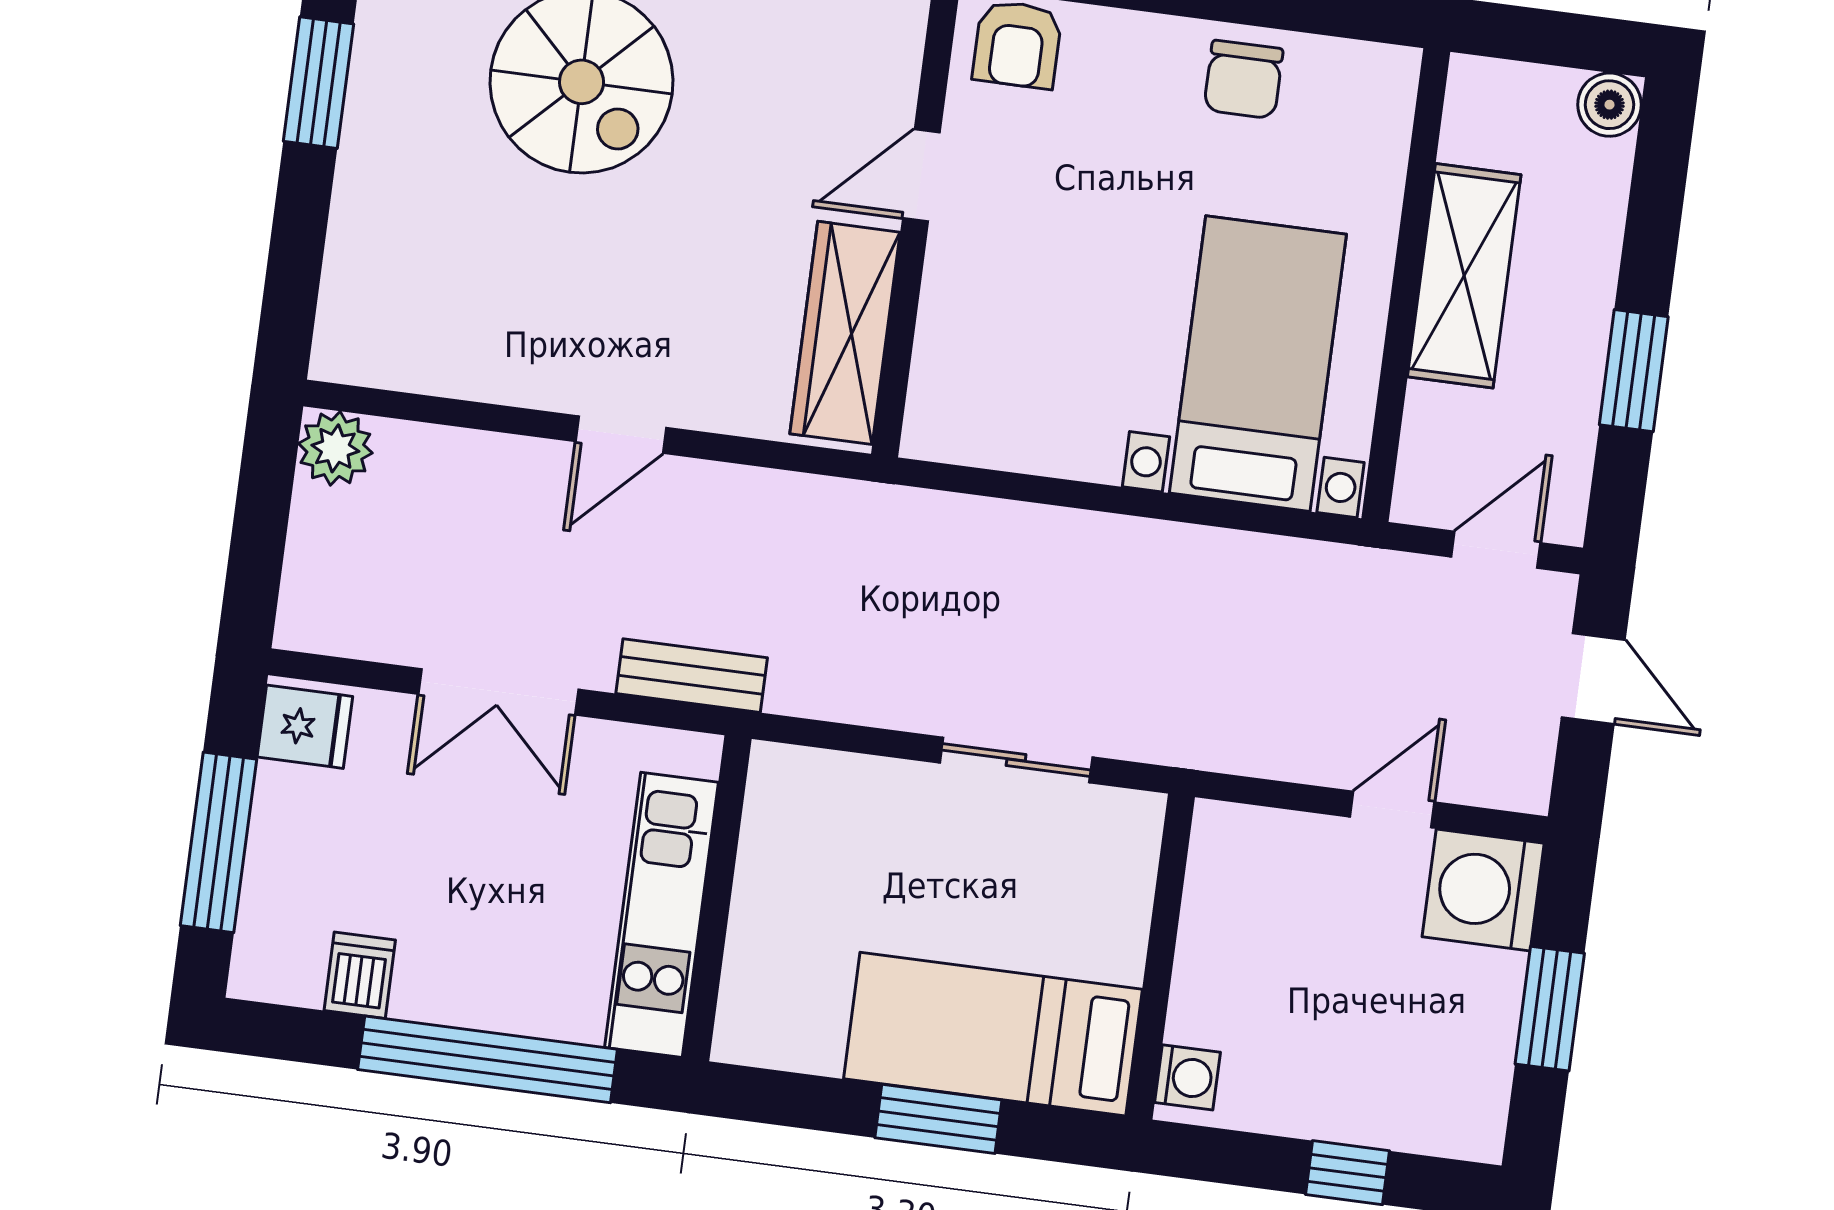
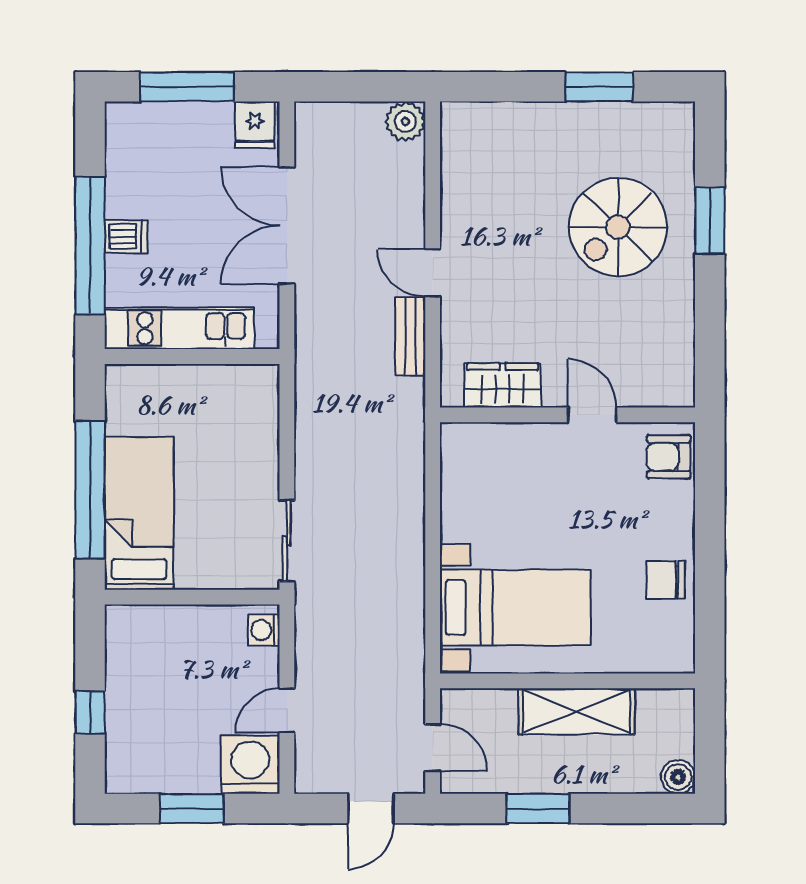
wardrobe: (845, 333) -> (503, 385), width x0.67
bench: (692, 676) -> (410, 336), moved
double door: (498, 692) -> (287, 225), width x1.37
sliding door: (1016, 760) -> (287, 541), moved
door: (1392, 810) -> (287, 711), swing flipped
dishwasher: (360, 975) -> (126, 237), moved
washing machine: (1188, 1077) -> (264, 630), moved, turned 90
window: (938, 1119) -> (90, 490), width x2.11

